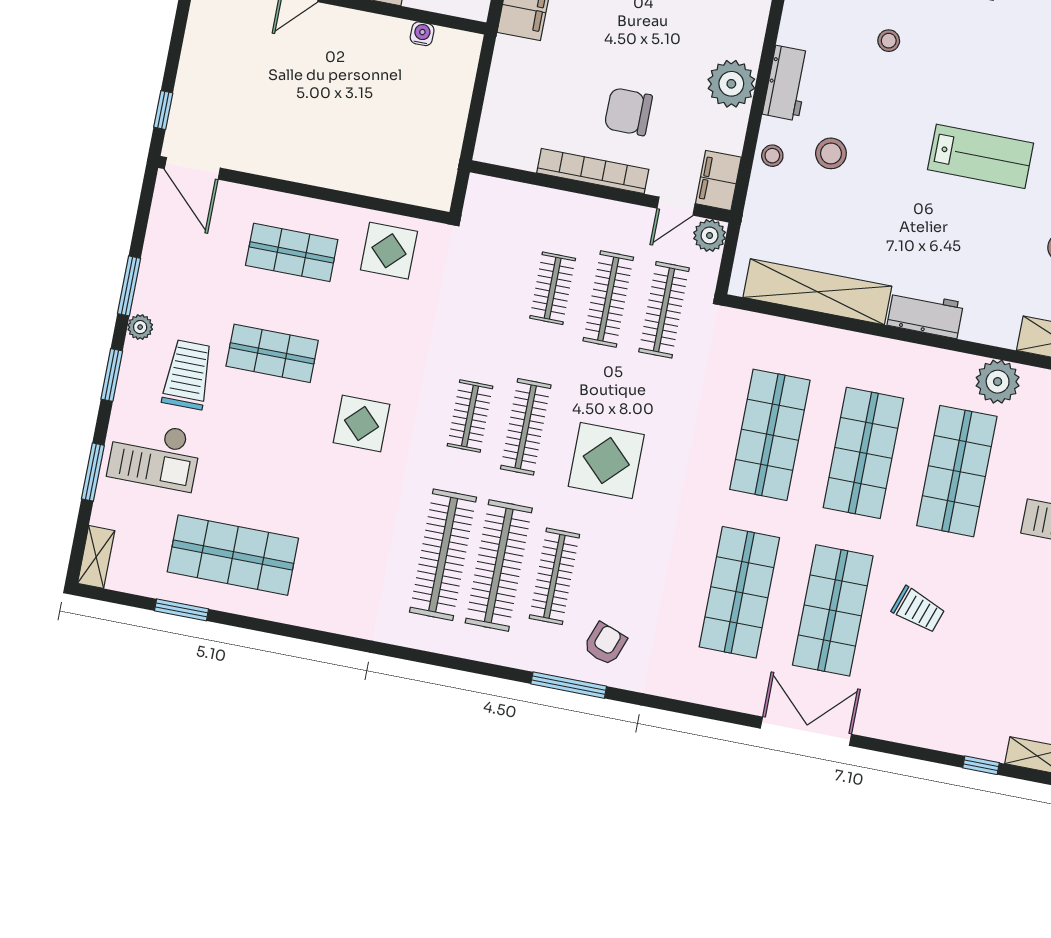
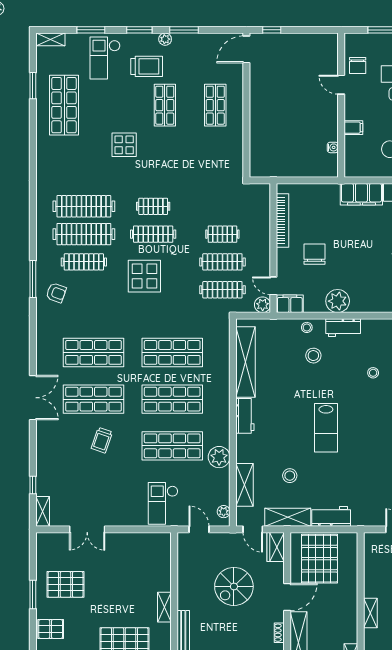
bookcase: (593, 171) -> (283, 220), moved
display table: (389, 251) -> (225, 152), removed
display table: (362, 423) -> (124, 145), moved

